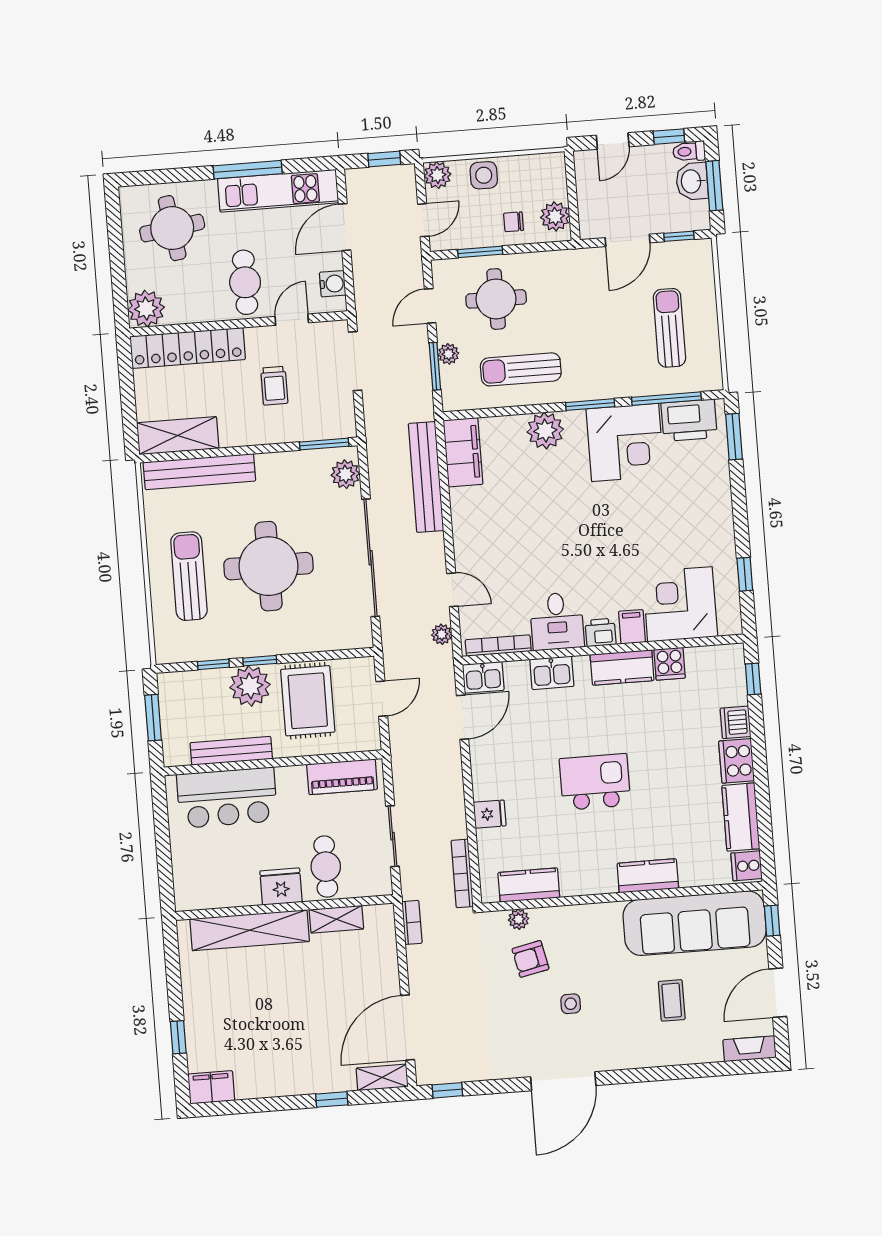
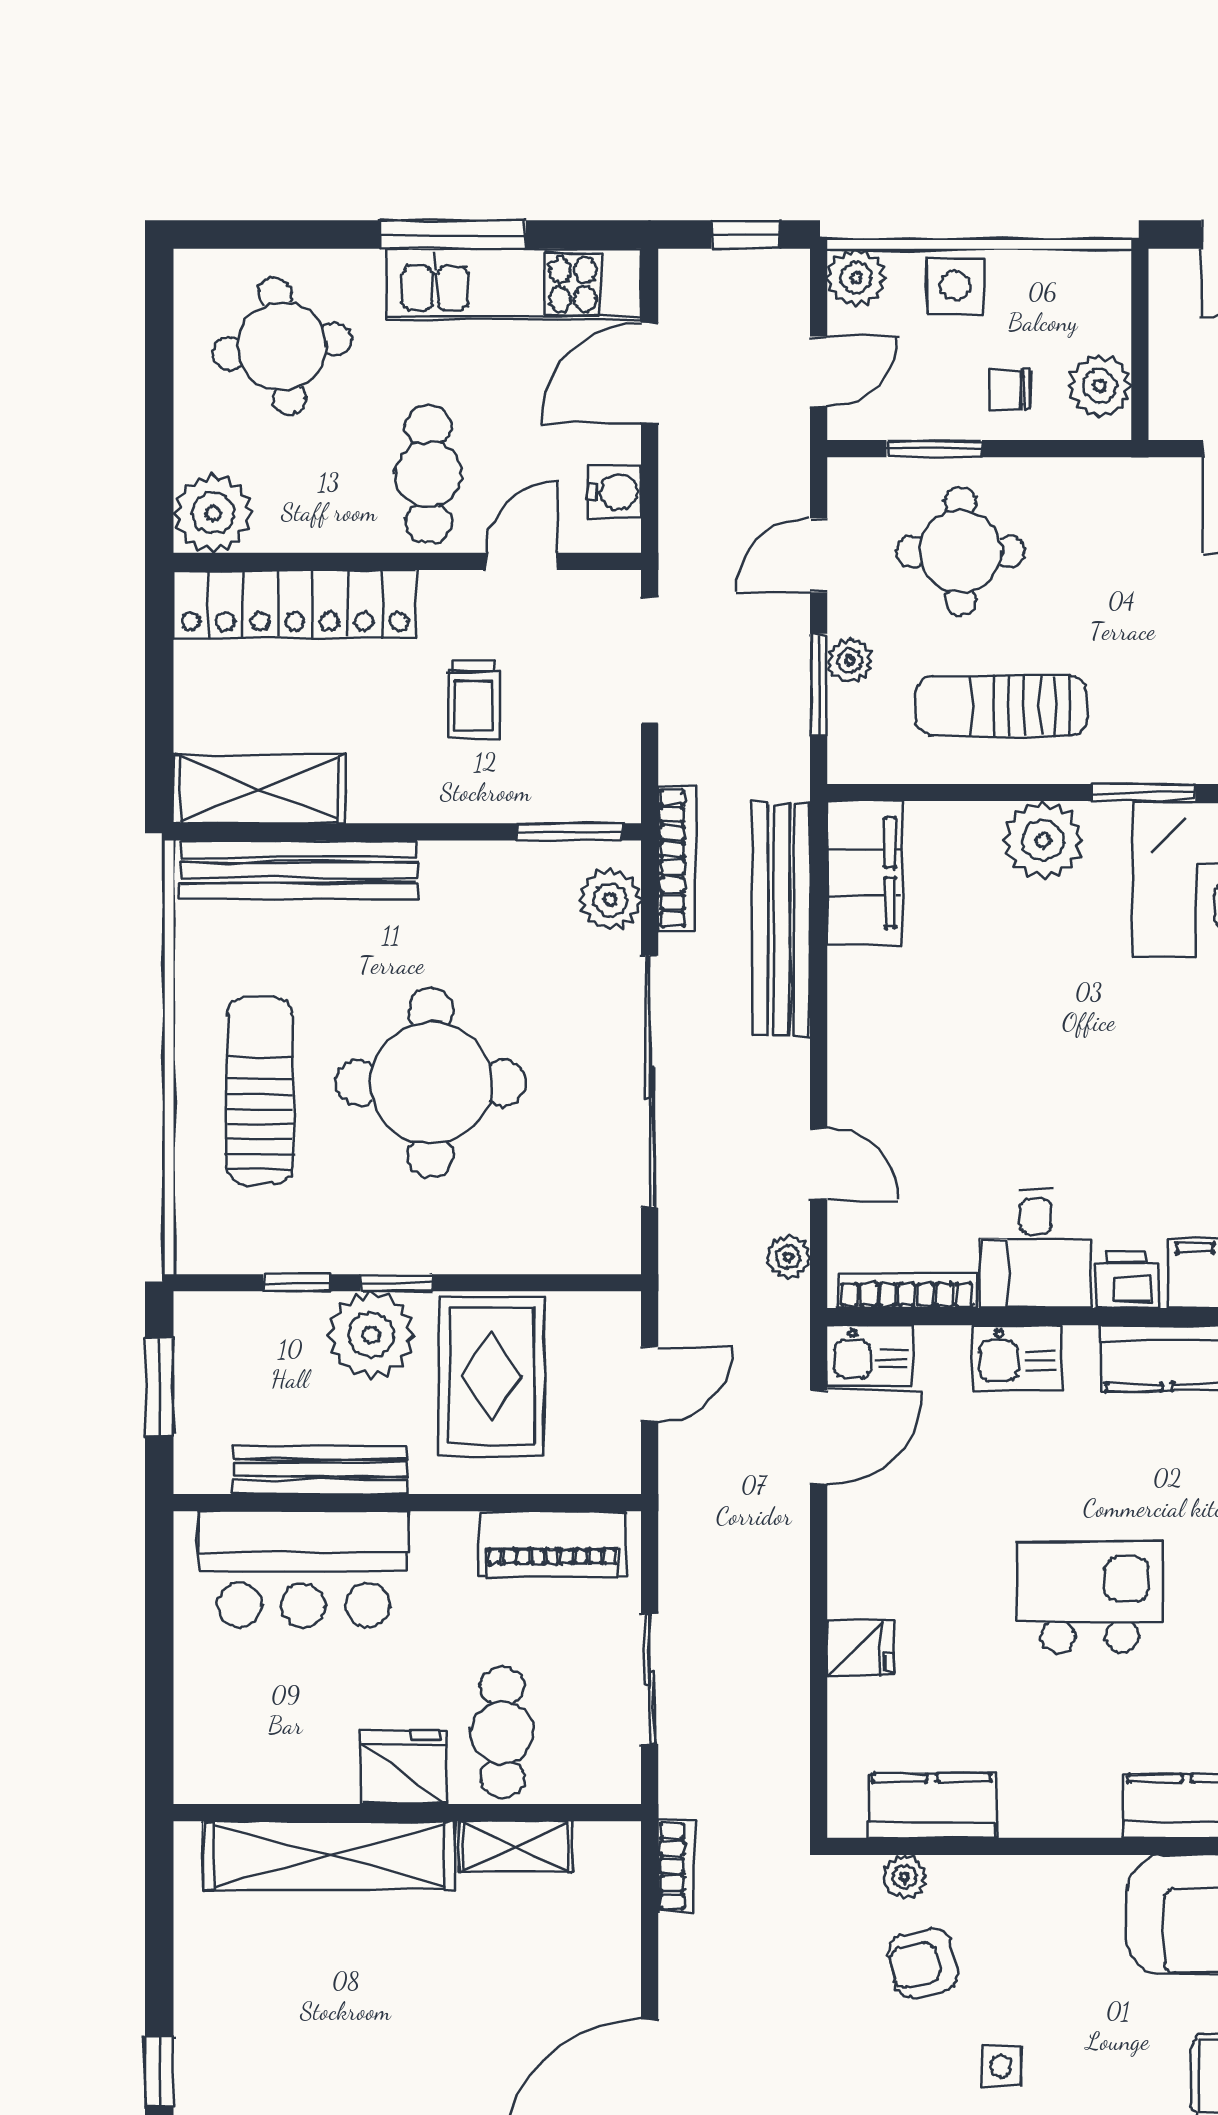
bookcase: (462, 873) -> (677, 859), moved, turned 180

